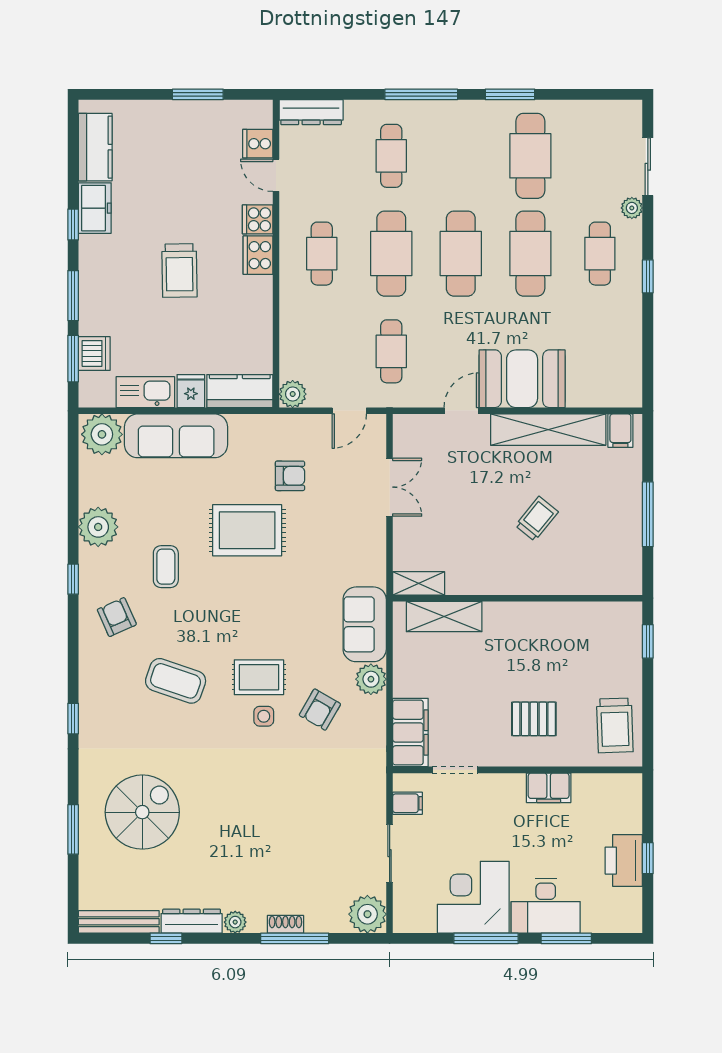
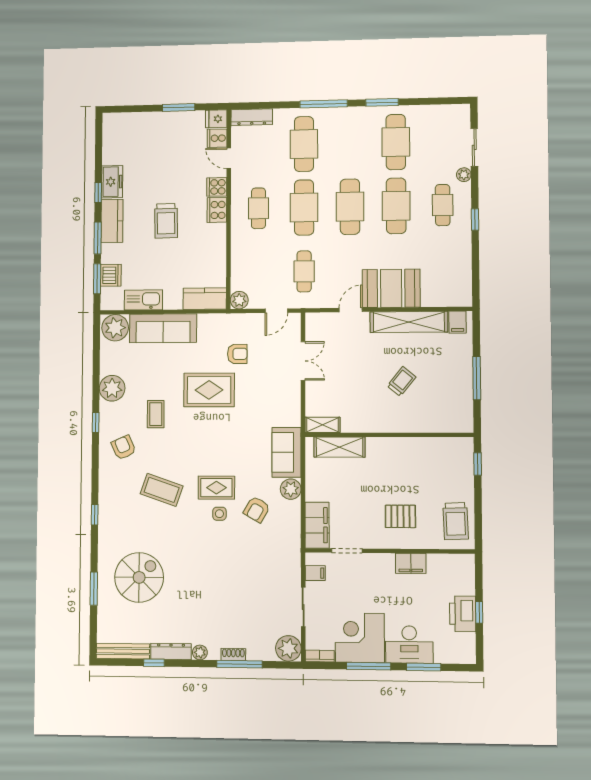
kitchen counter: (95, 147) -> (112, 221), moved
cafe table: (391, 156) -> (304, 144), width x1.37, depth x1.35
fridge: (191, 391) -> (216, 119), moved, turned -90
bookcase: (414, 925) -> (320, 656), added

